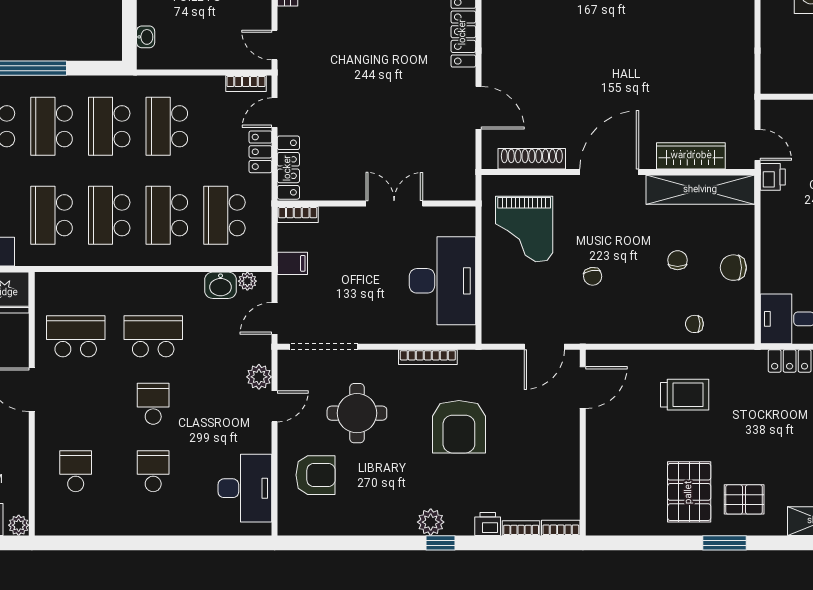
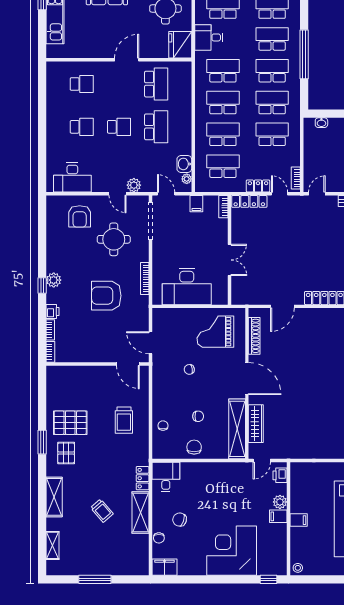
printer: (773, 177) -> (280, 475), moved, turned 90
plant: (19, 525) -> (52, 53), removed

